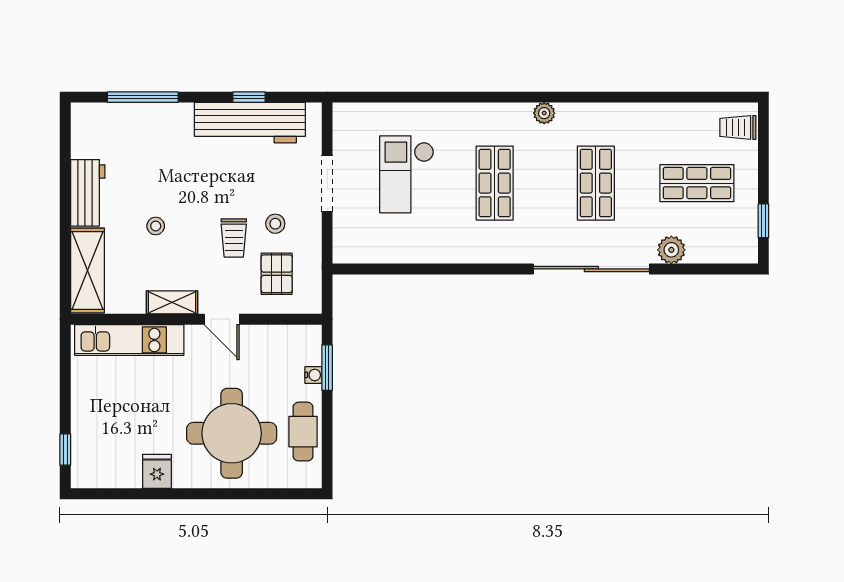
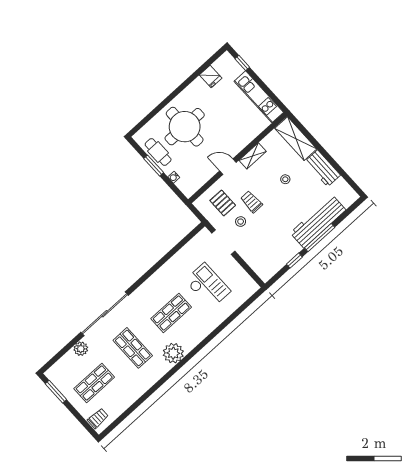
window: (143, 97) -> (320, 238), moved
plant: (544, 113) -> (173, 353), width x1.87, depth x1.87
workbench: (250, 123) -> (318, 221), moved
shop shelf: (495, 183) -> (171, 313), turned 90
doorway: (327, 184) -> (223, 242), moved
window: (763, 221) -> (56, 392), width x1.50
kitchen unit: (129, 340) -> (259, 97), moved, turned -90
window: (327, 368) -> (154, 166), moved
fridge: (157, 471) -> (211, 77), moved

